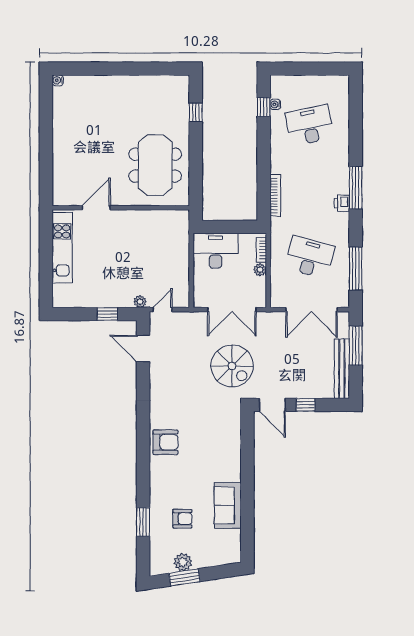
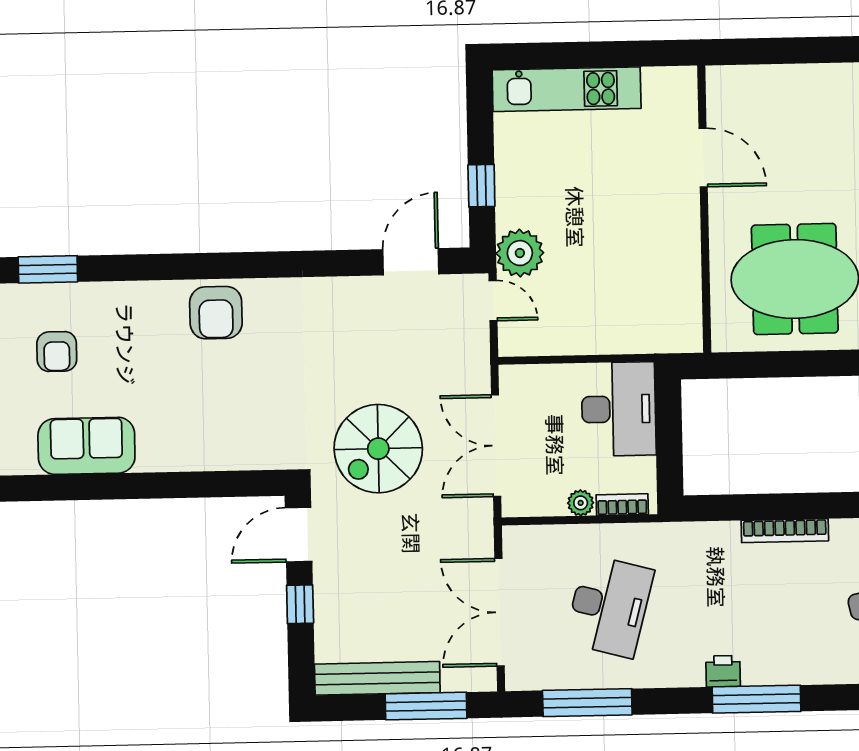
bookcase: (275, 195) -> (785, 531), moved
kitchen unit: (62, 248) -> (567, 89), moved
plant: (140, 302) -> (520, 253), width x1.88, depth x1.88

